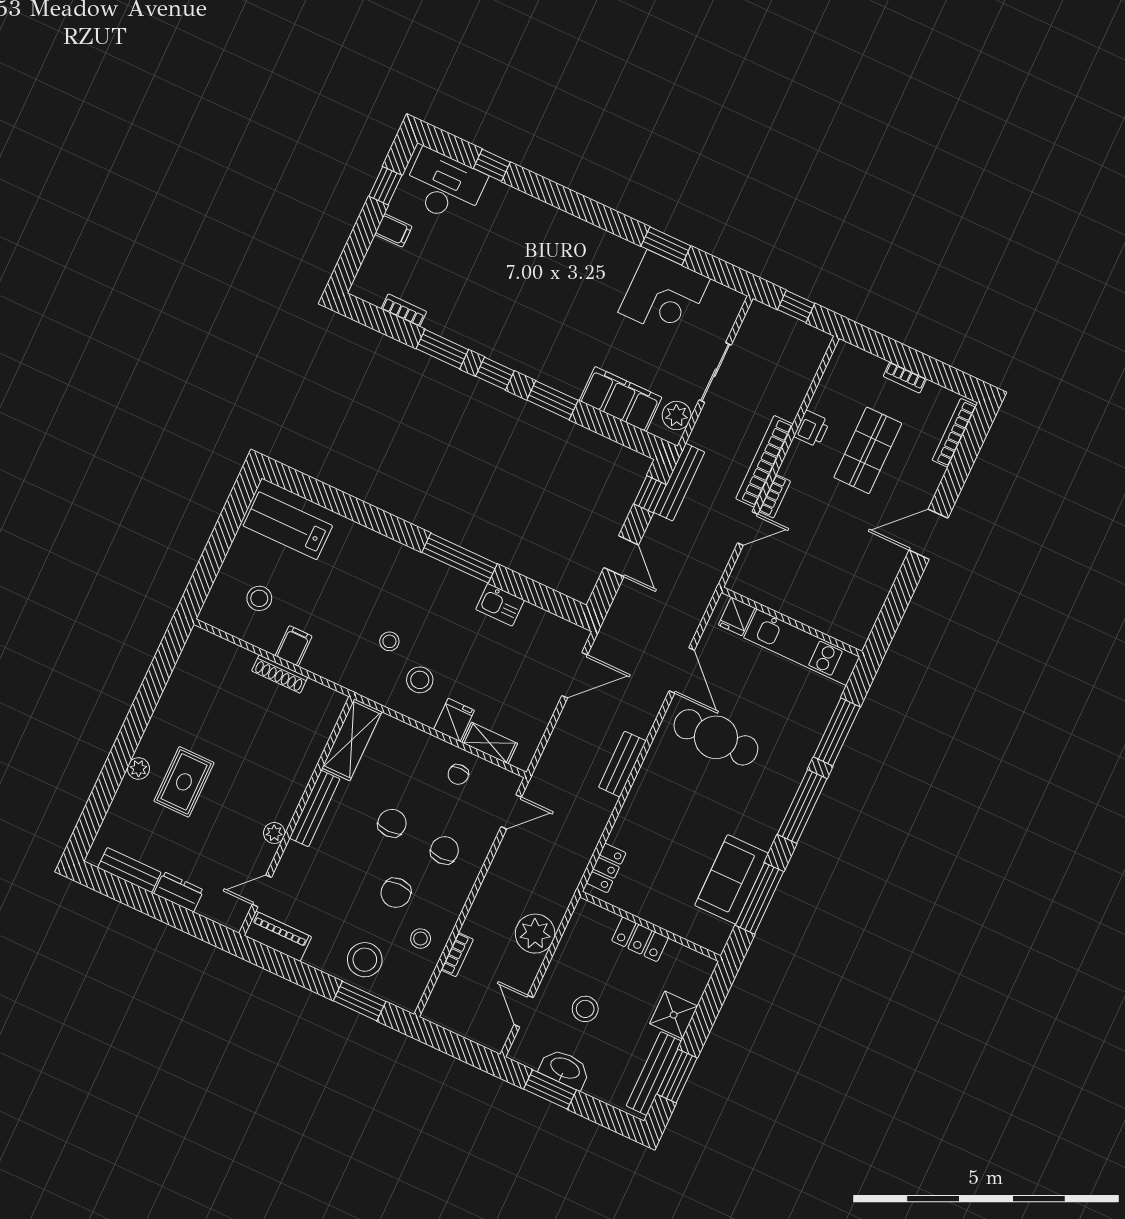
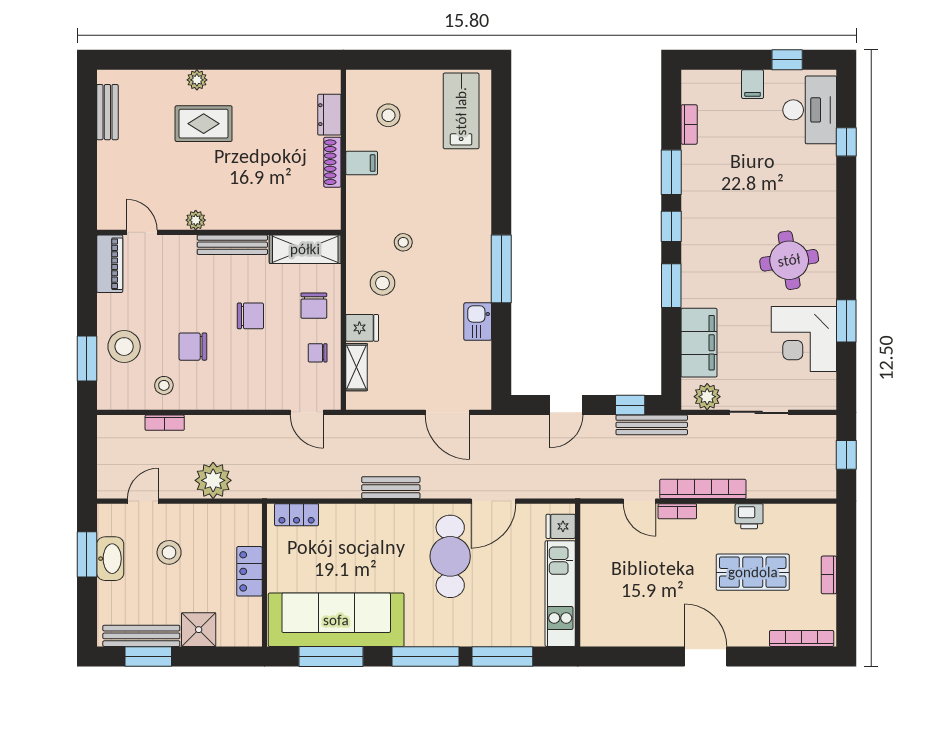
round table: (581, 274) -> (789, 260), added
chair: (445, 850) -> (314, 306), moved, turned 90
sofa: (732, 879) -> (336, 620), width x1.85, depth x1.27
dresser: (179, 892) -> (329, 115), moved, turned 180

